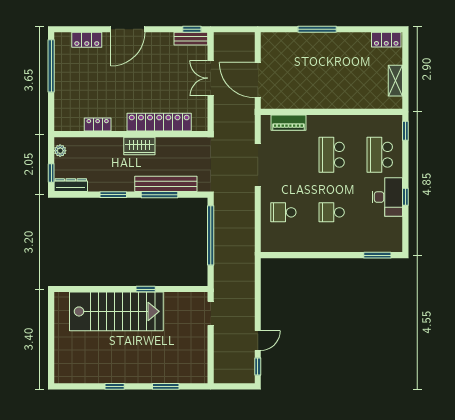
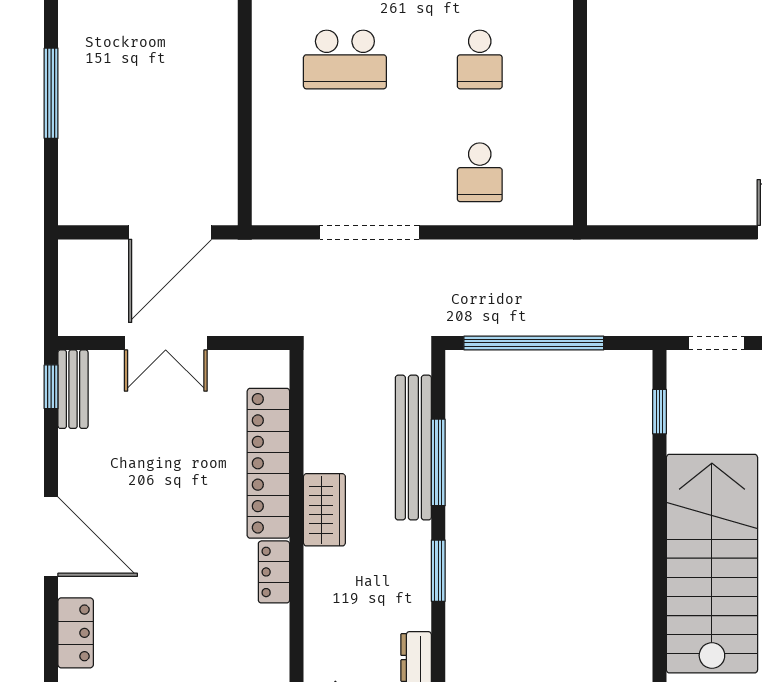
piano: (288, 123) -> (270, 160), removed
locker: (98, 124) -> (274, 572), moved
window: (146, 289) -> (659, 412), moved

